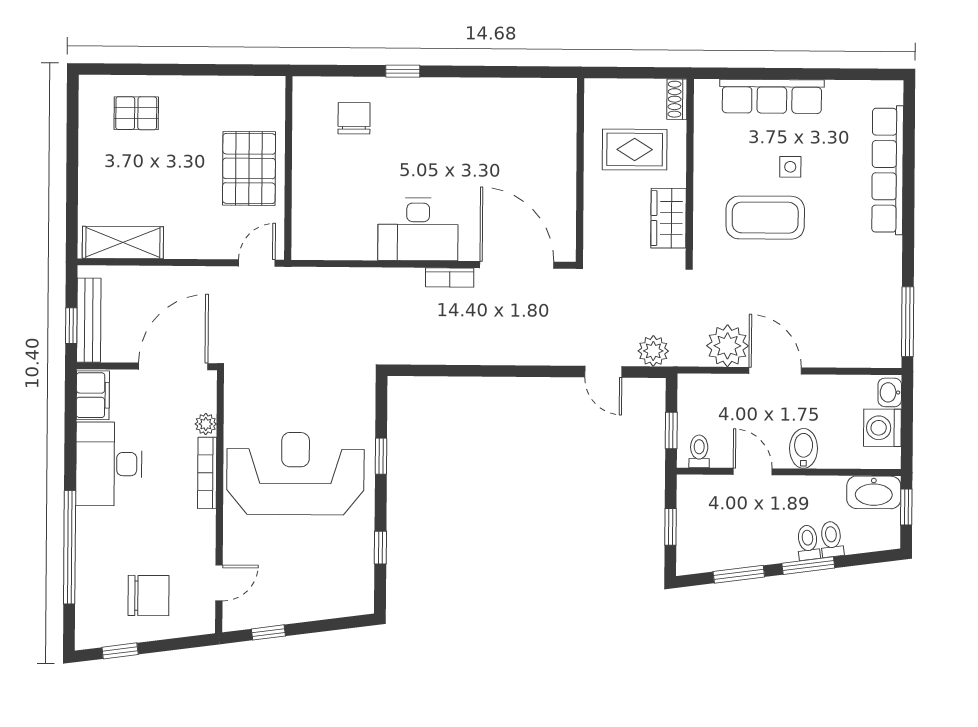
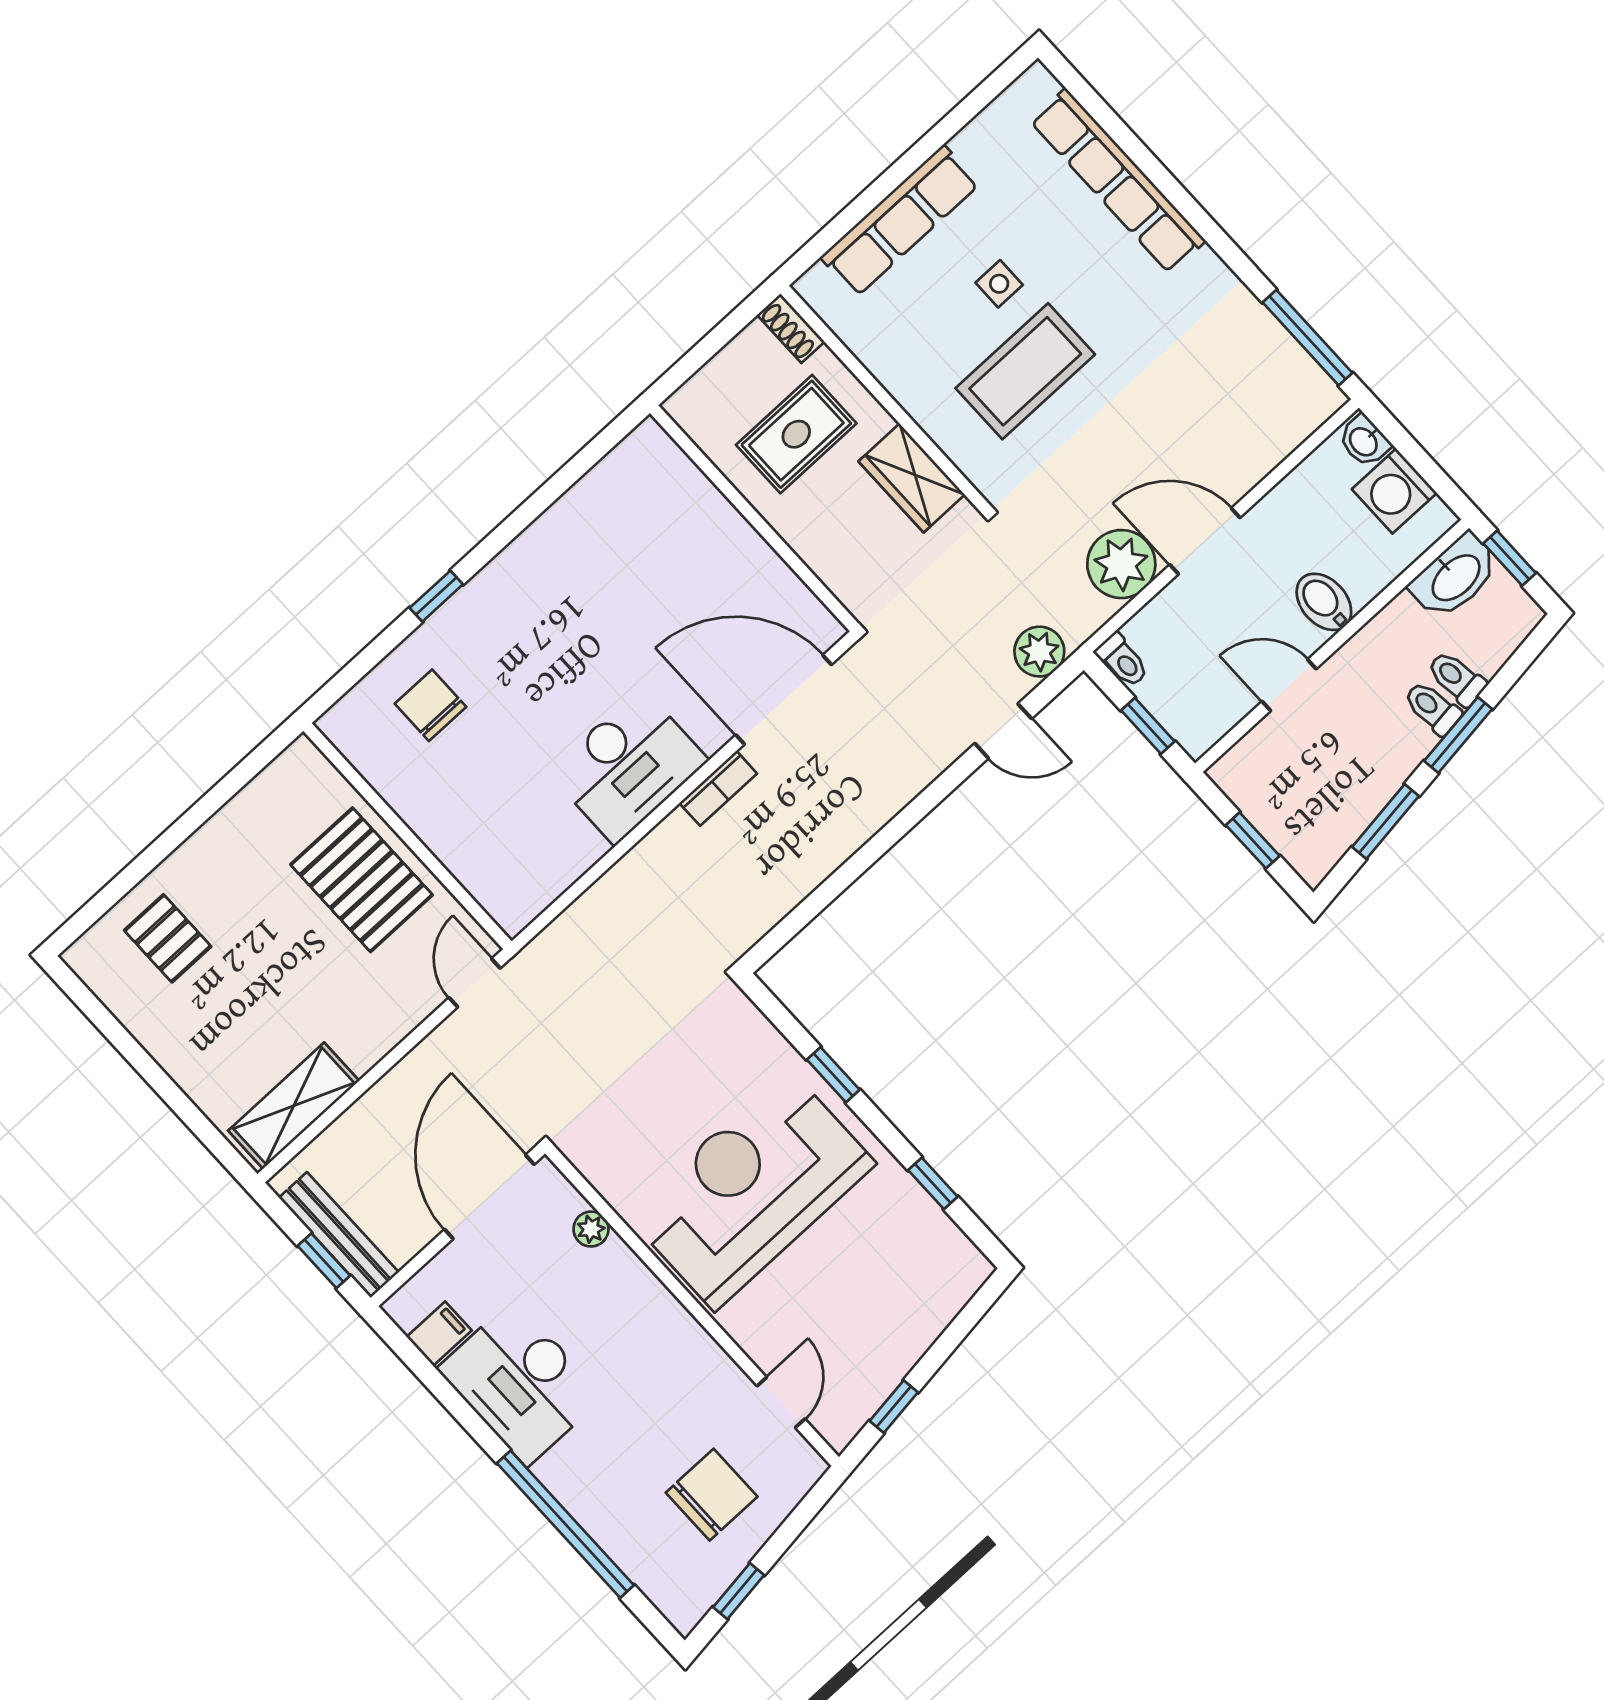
pallet: (136, 113) -> (168, 938), turned 90
filing cabinet: (93, 395) -> (439, 1334), width x0.50
toilet: (699, 451) -> (1122, 660), moved, turned 180
bookcase: (207, 473) -> (646, 1285), removed

